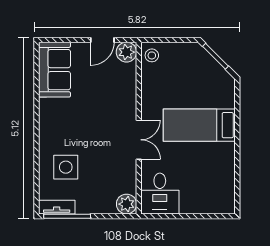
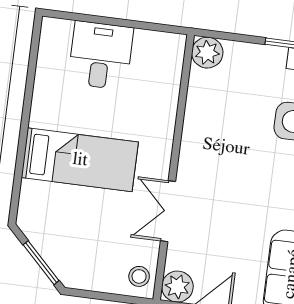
double door: (139, 140) -> (168, 211), moved
desk: (160, 194) -> (101, 55), moved

